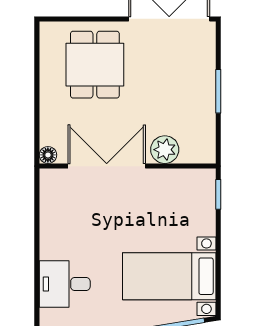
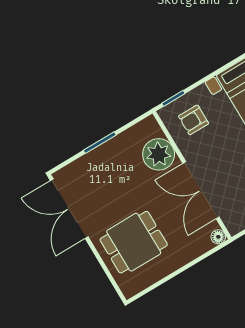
plant: (165, 150) -> (159, 154), width x1.36, depth x1.36
armchair: (184, 202) -> (193, 120), added

